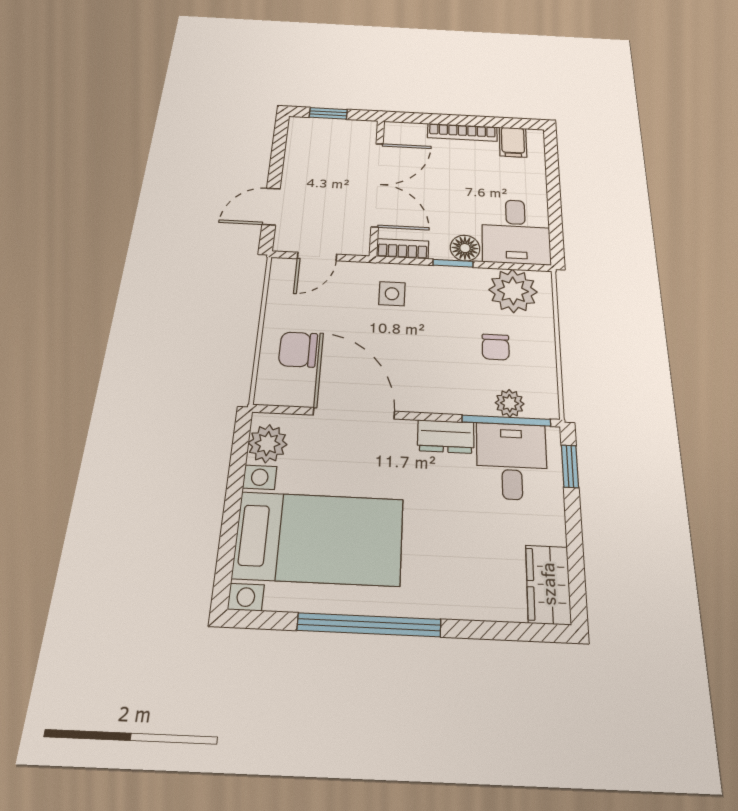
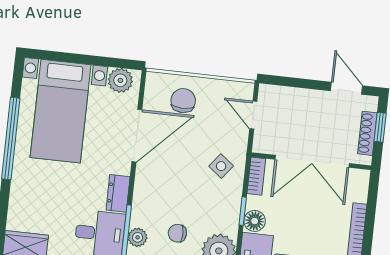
shoe rack: (337, 126) -> (367, 133), added
door: (271, 206) -> (346, 88), moved
side table: (392, 294) -> (221, 166), turned 38

